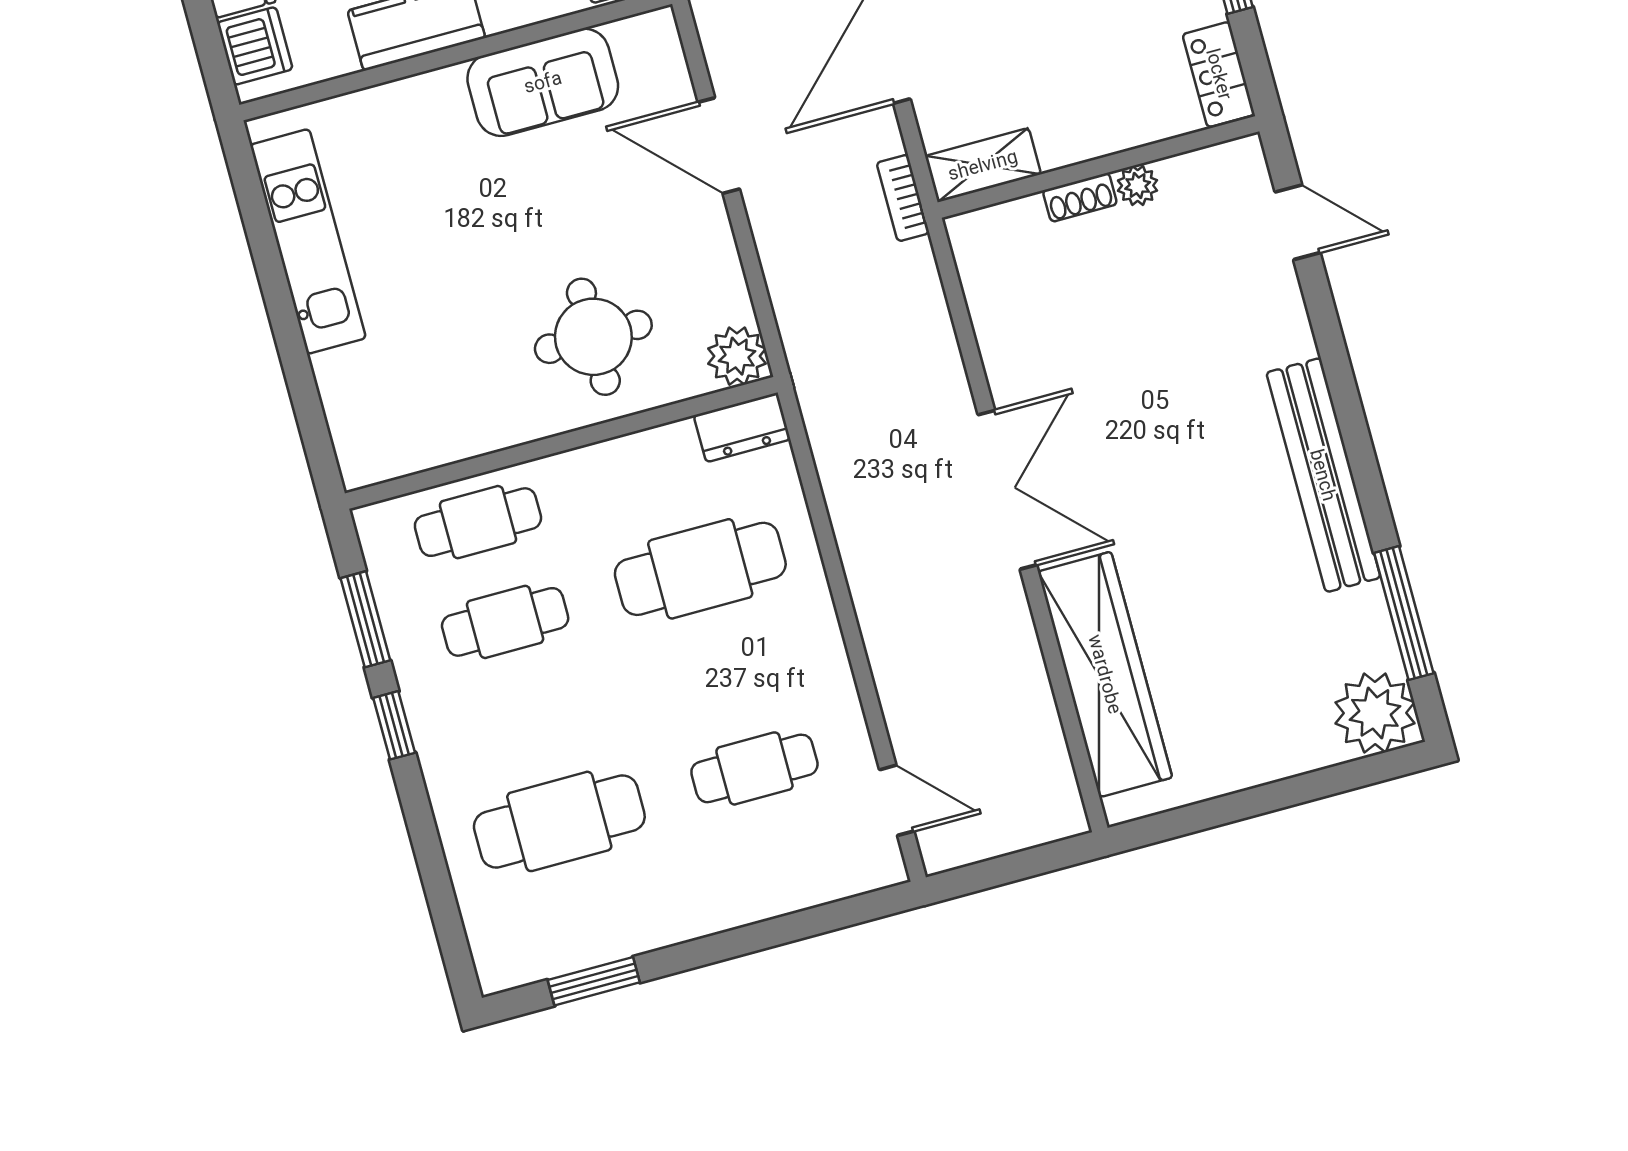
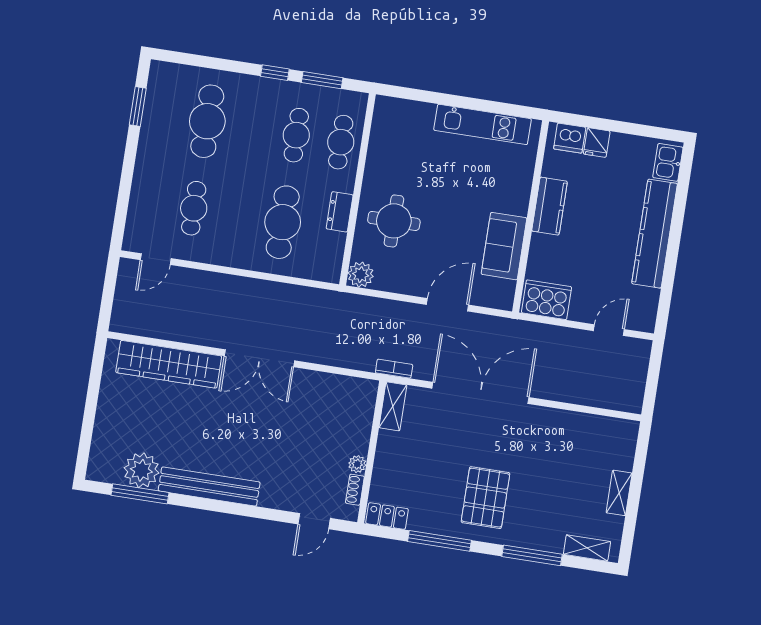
shoe rack: (1080, 197) -> (355, 490), moved
dresser: (742, 427) -> (340, 212), moved
plant: (1375, 713) -> (141, 470), moved

